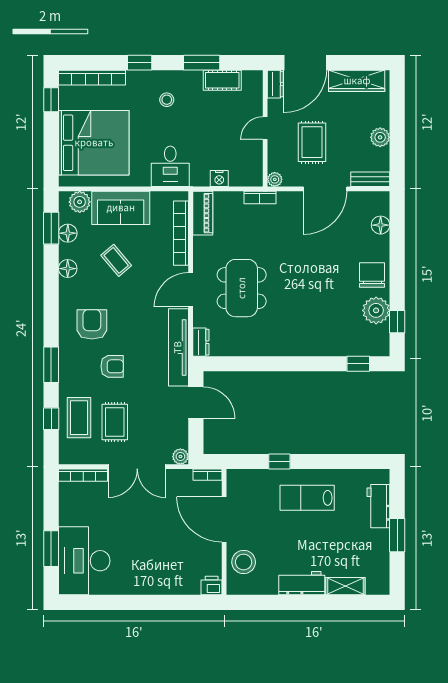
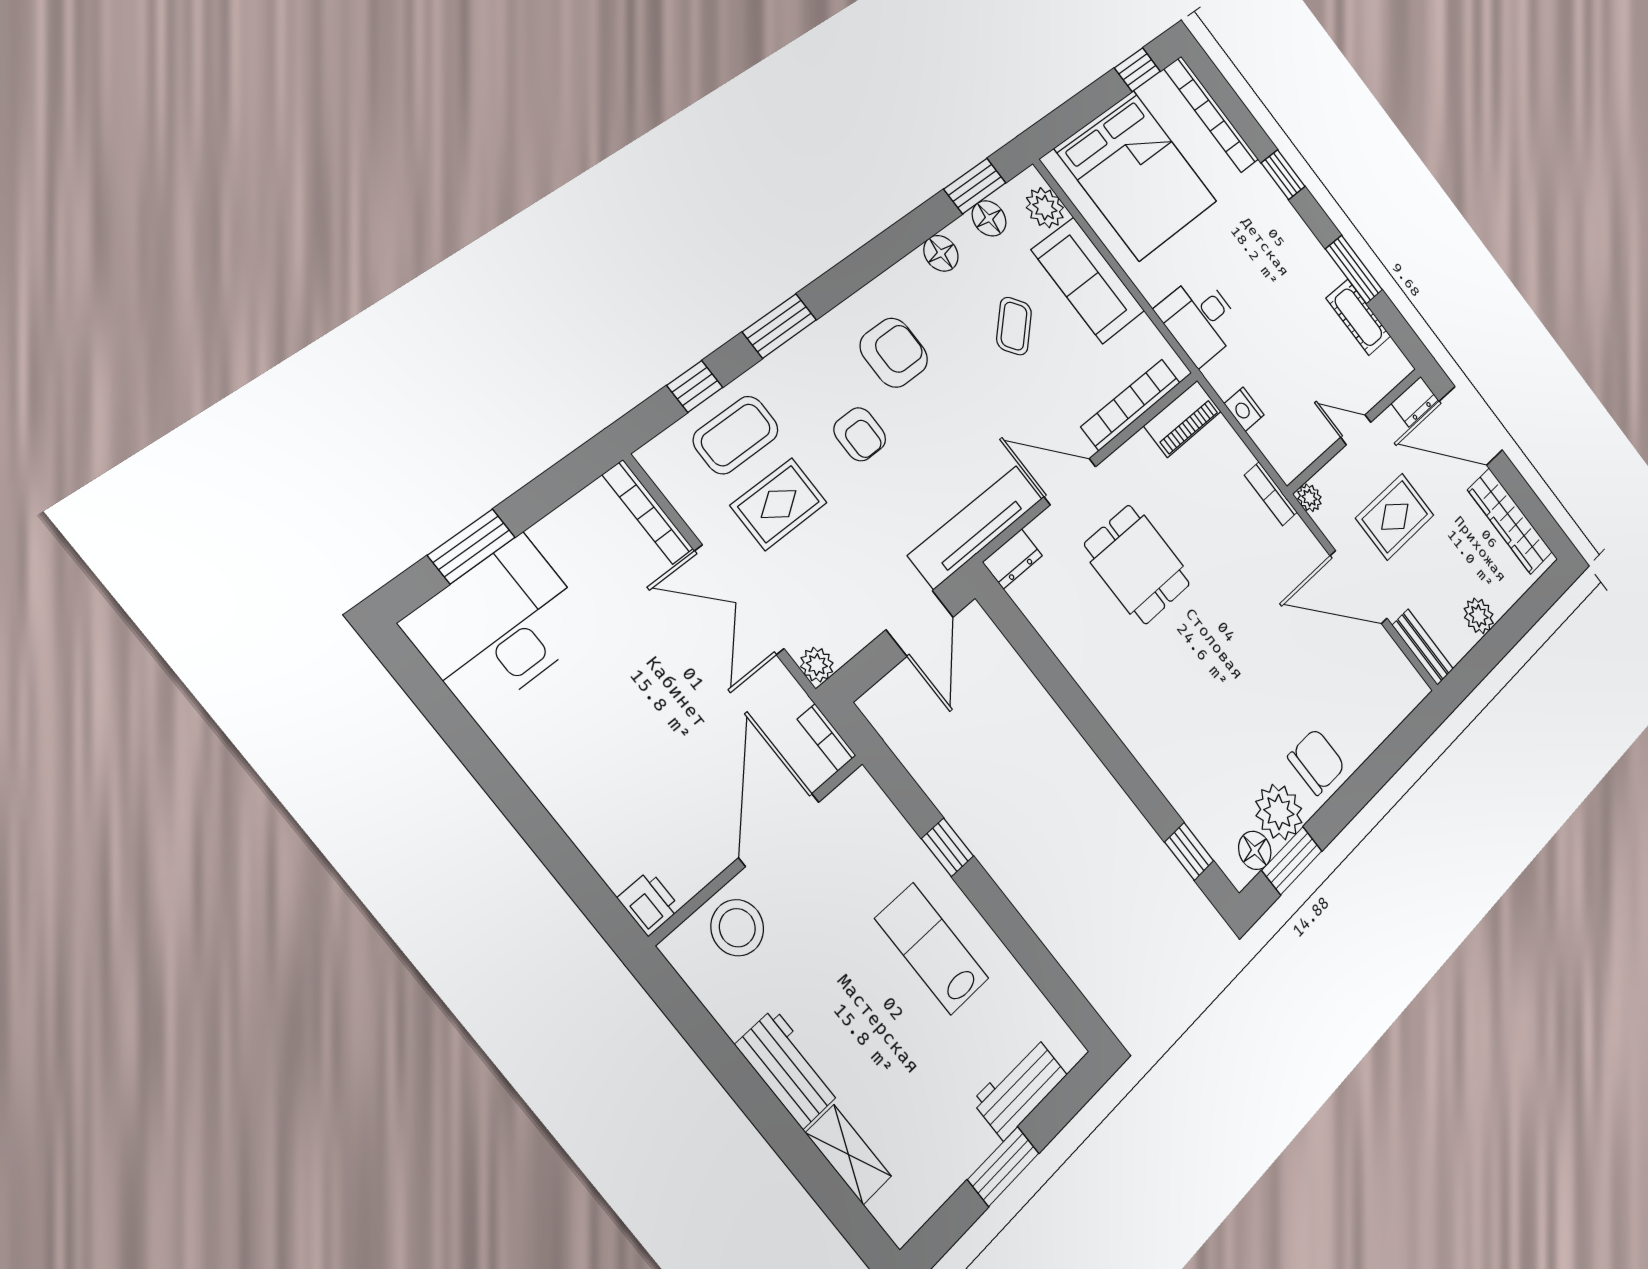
stool: (167, 100) -> (1273, 250), removed
floor lamp: (381, 225) -> (1255, 850), moved
dining table: (242, 288) -> (1137, 564), width x0.73
window: (397, 322) -> (1292, 861), width x1.50

